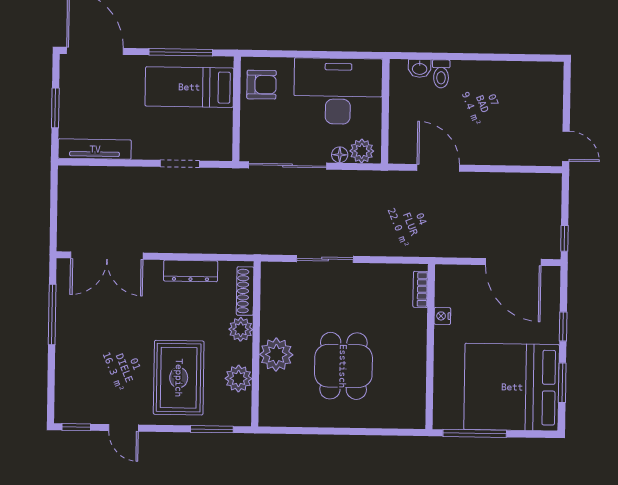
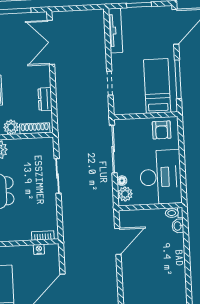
toilet: (441, 74) -> (174, 213), moved
dresser: (191, 271) -> (45, 99), width x0.70
nightstand: (442, 316) -> (39, 249), moved

